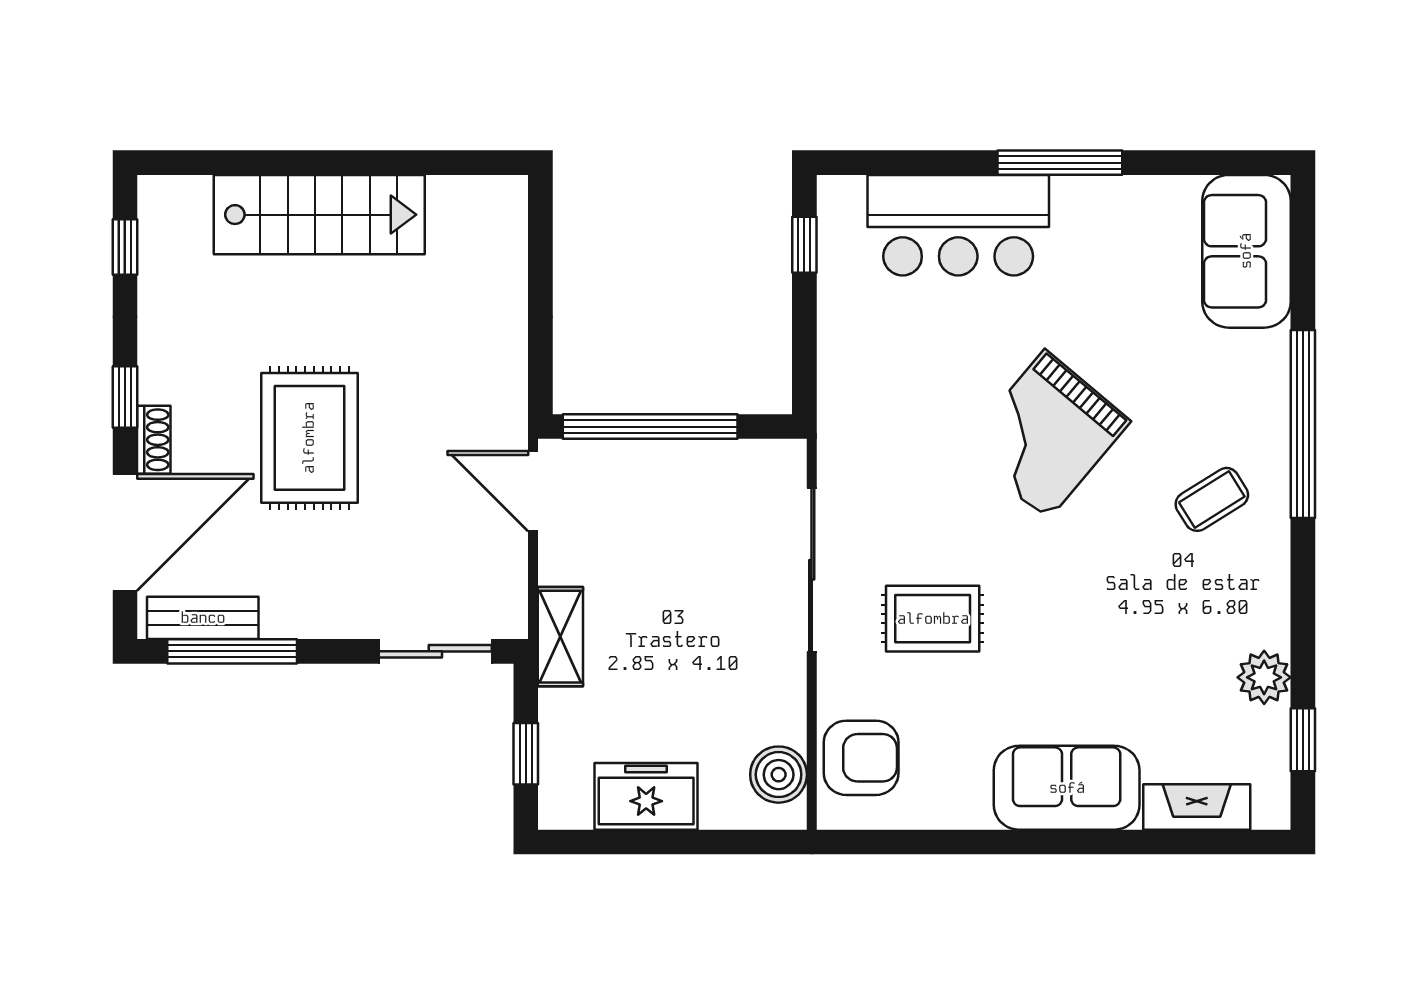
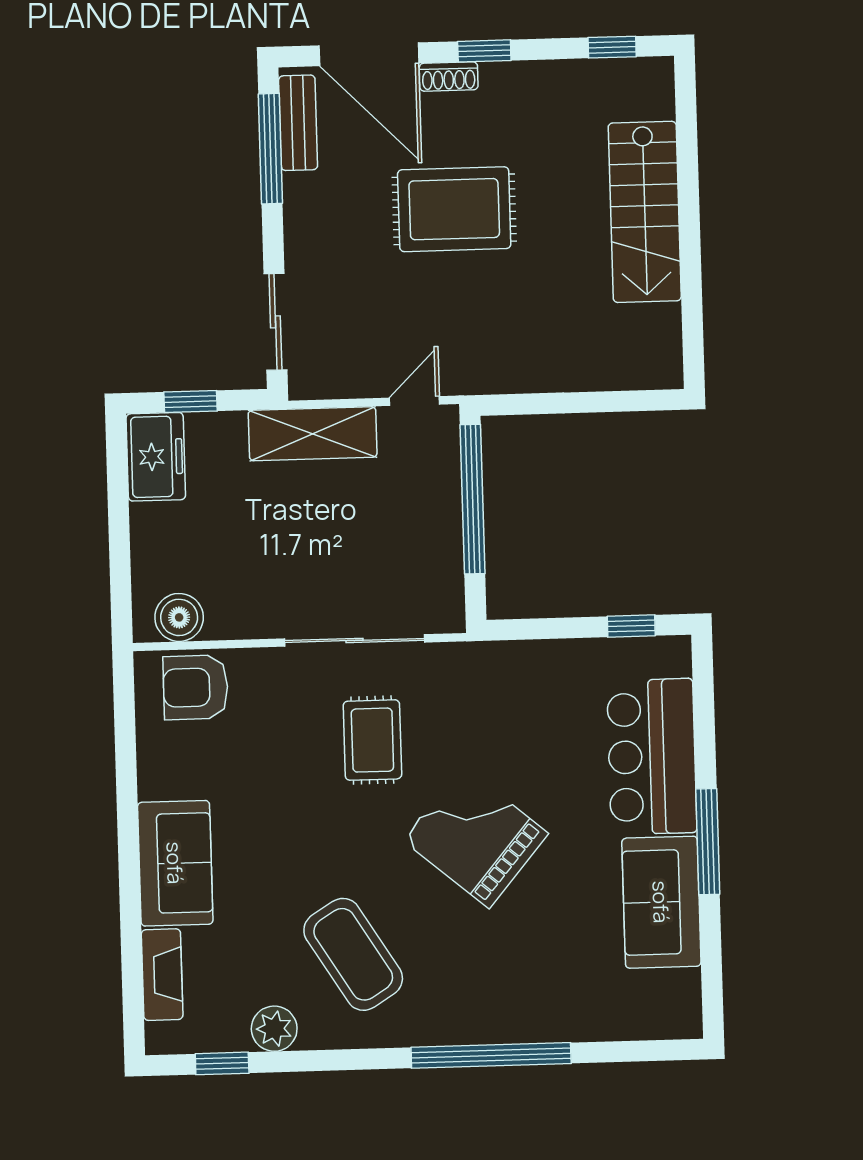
sofa: (1246, 251) -> (661, 902), moved, turned -90
door: (533, 491) -> (415, 401), width x0.73
coffee table: (1212, 499) -> (353, 954), moved, width x1.86, depth x1.72
rug: (933, 619) -> (372, 740), moved
shelving: (560, 637) -> (313, 434), width x1.50, depth x1.33
armchair: (861, 758) -> (196, 687), turned 90
freezer: (646, 796) -> (156, 457), moved

